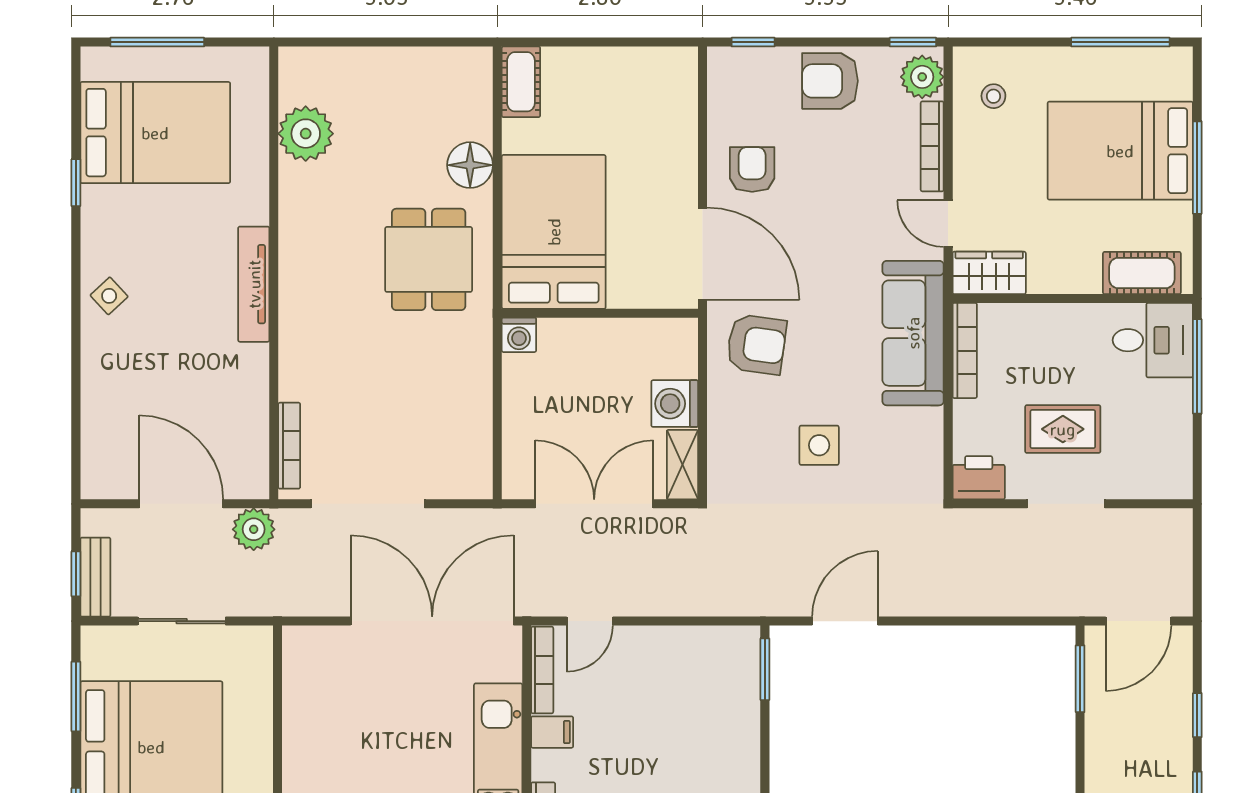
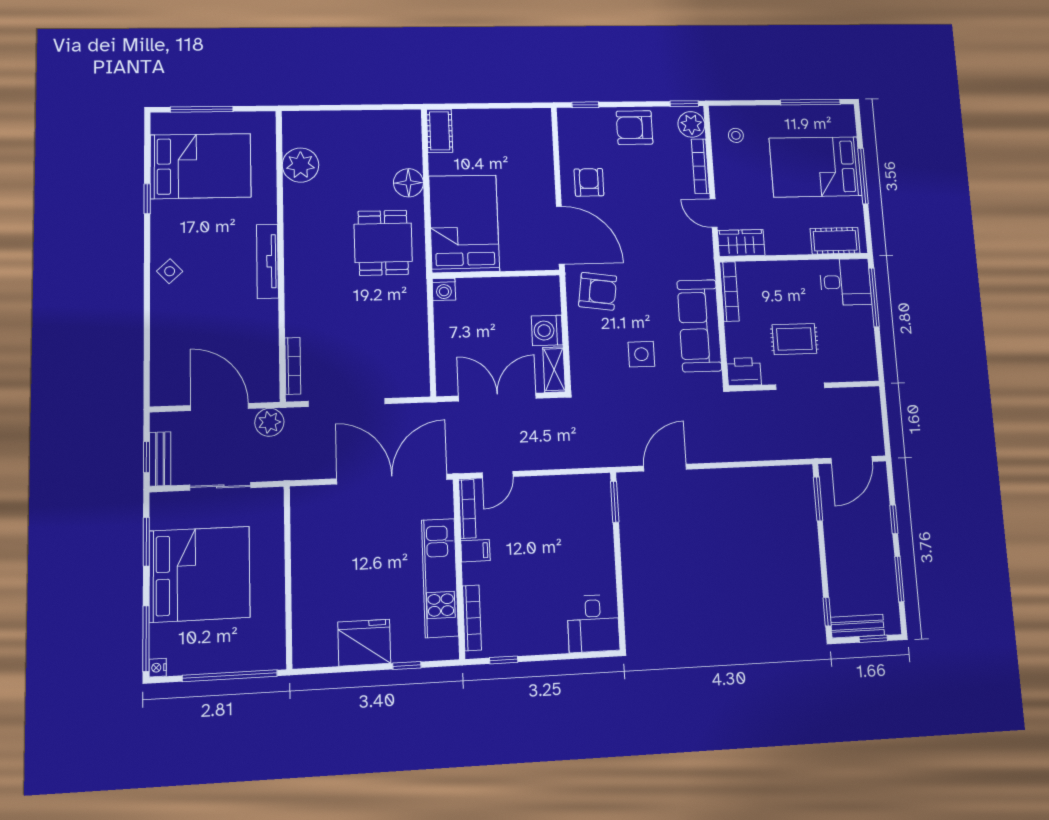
sofa: (913, 333) -> (699, 326), moved

